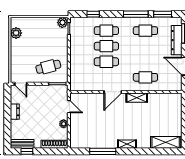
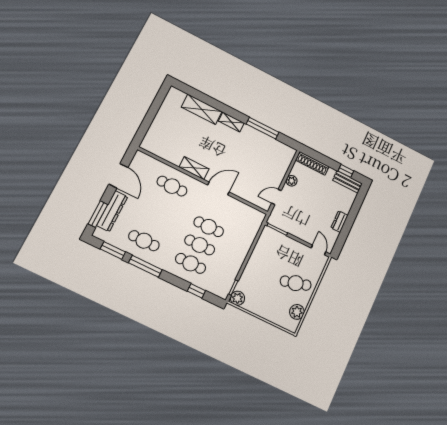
cafe table: (48, 67) -> (296, 283), moved
door: (69, 107) -> (276, 197), hinge flipped
shelving: (166, 142) -> (202, 109), moved

